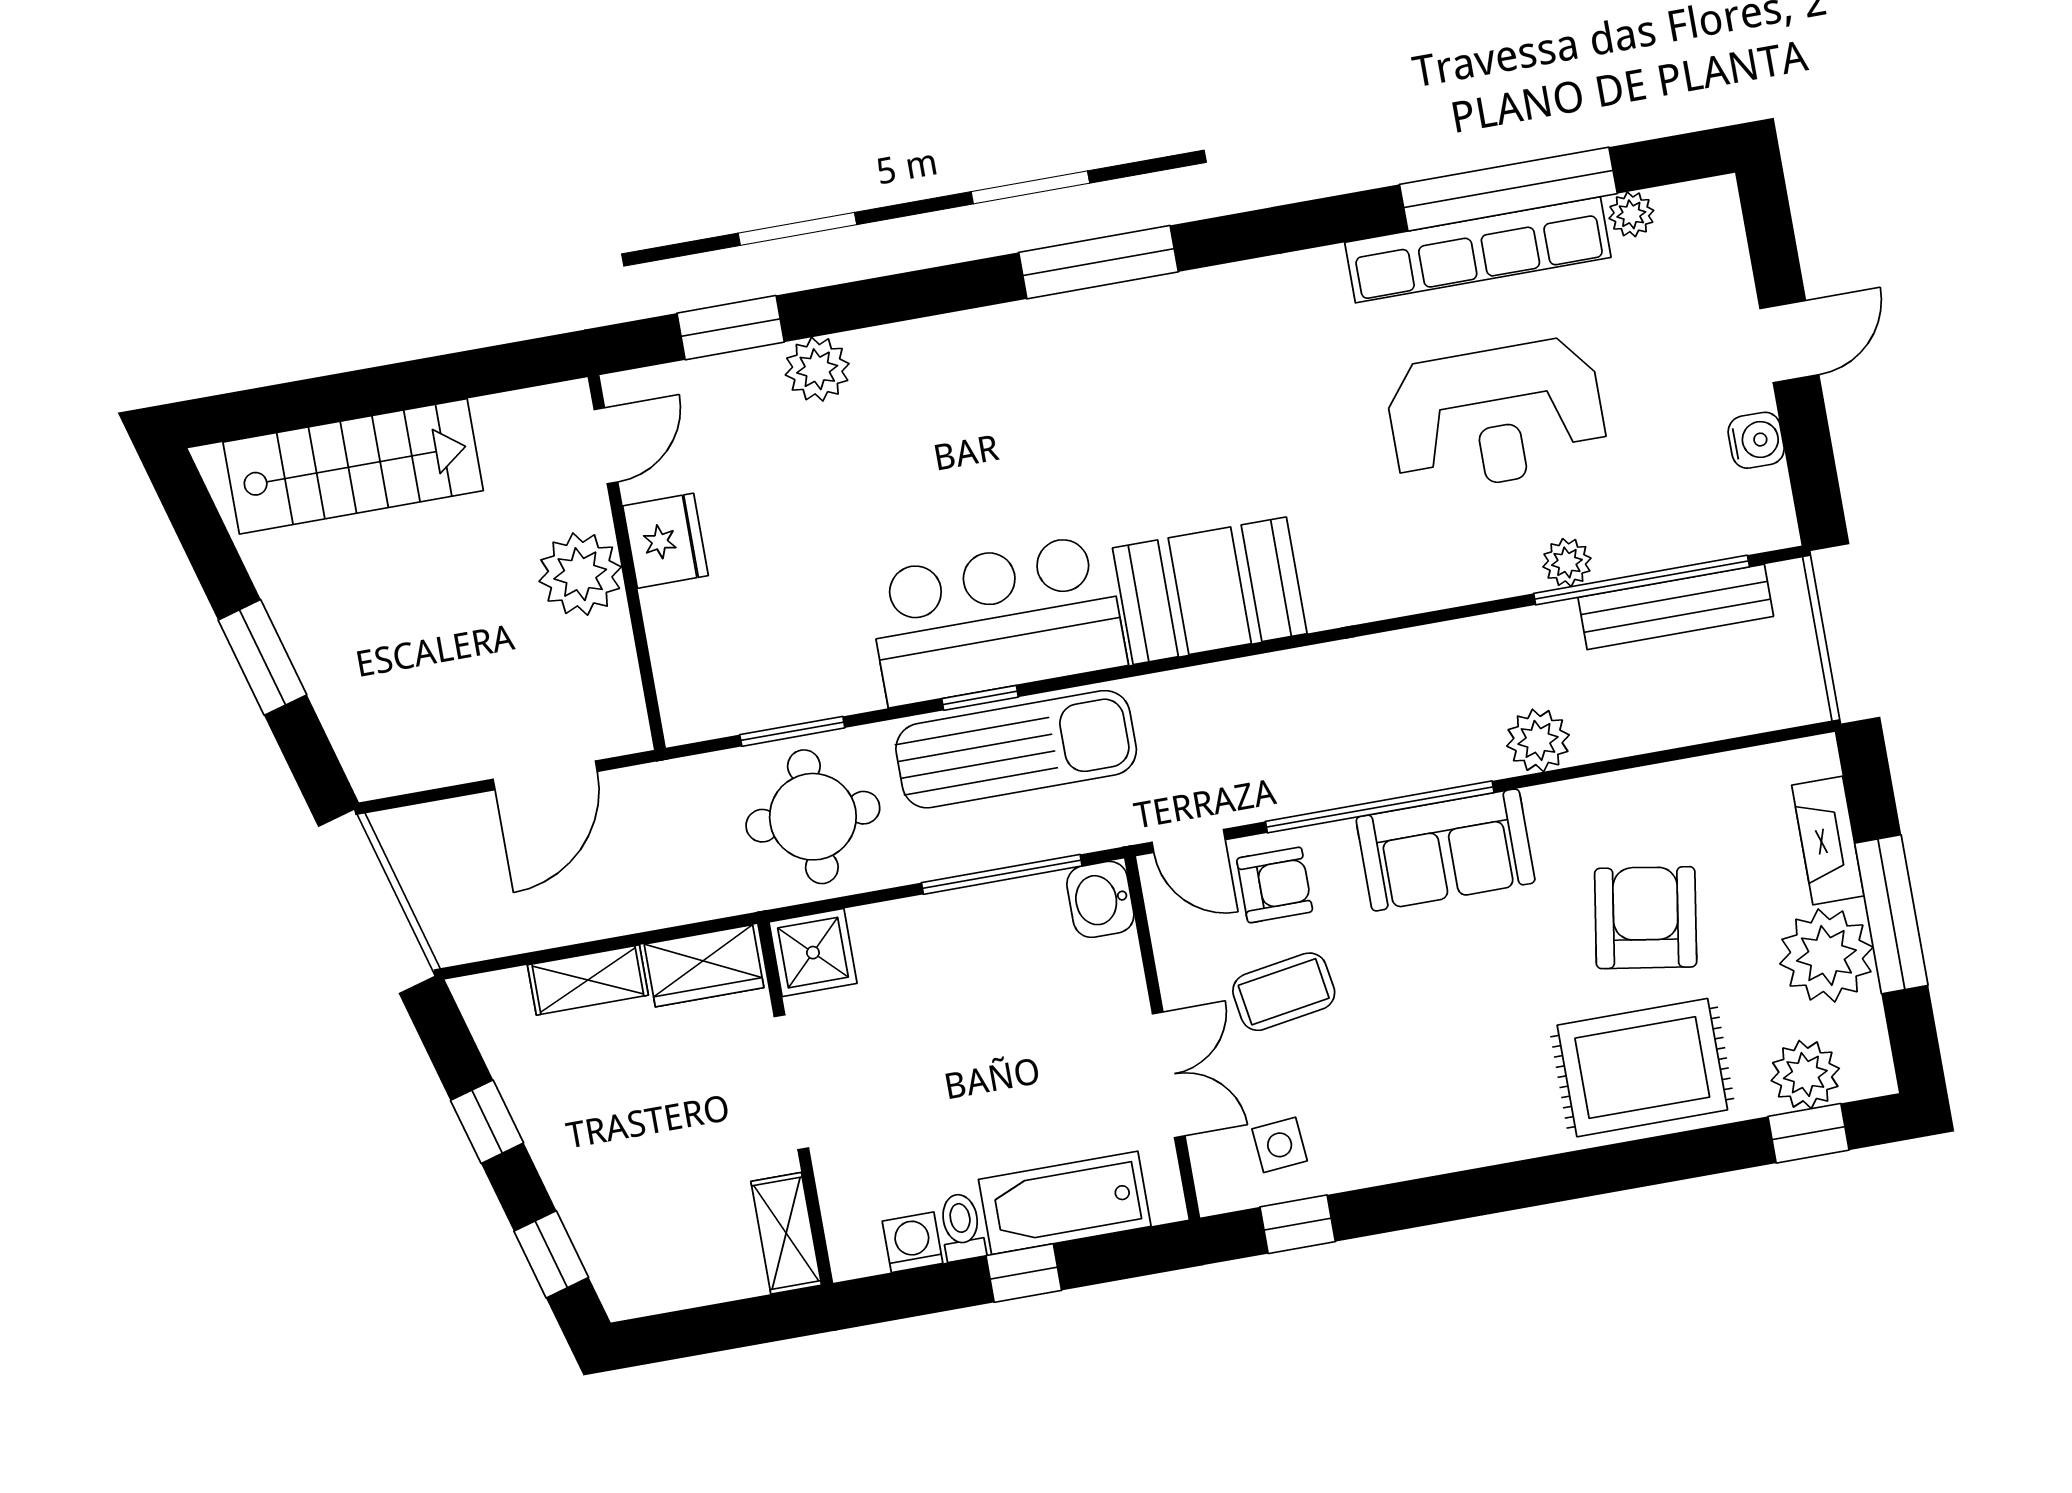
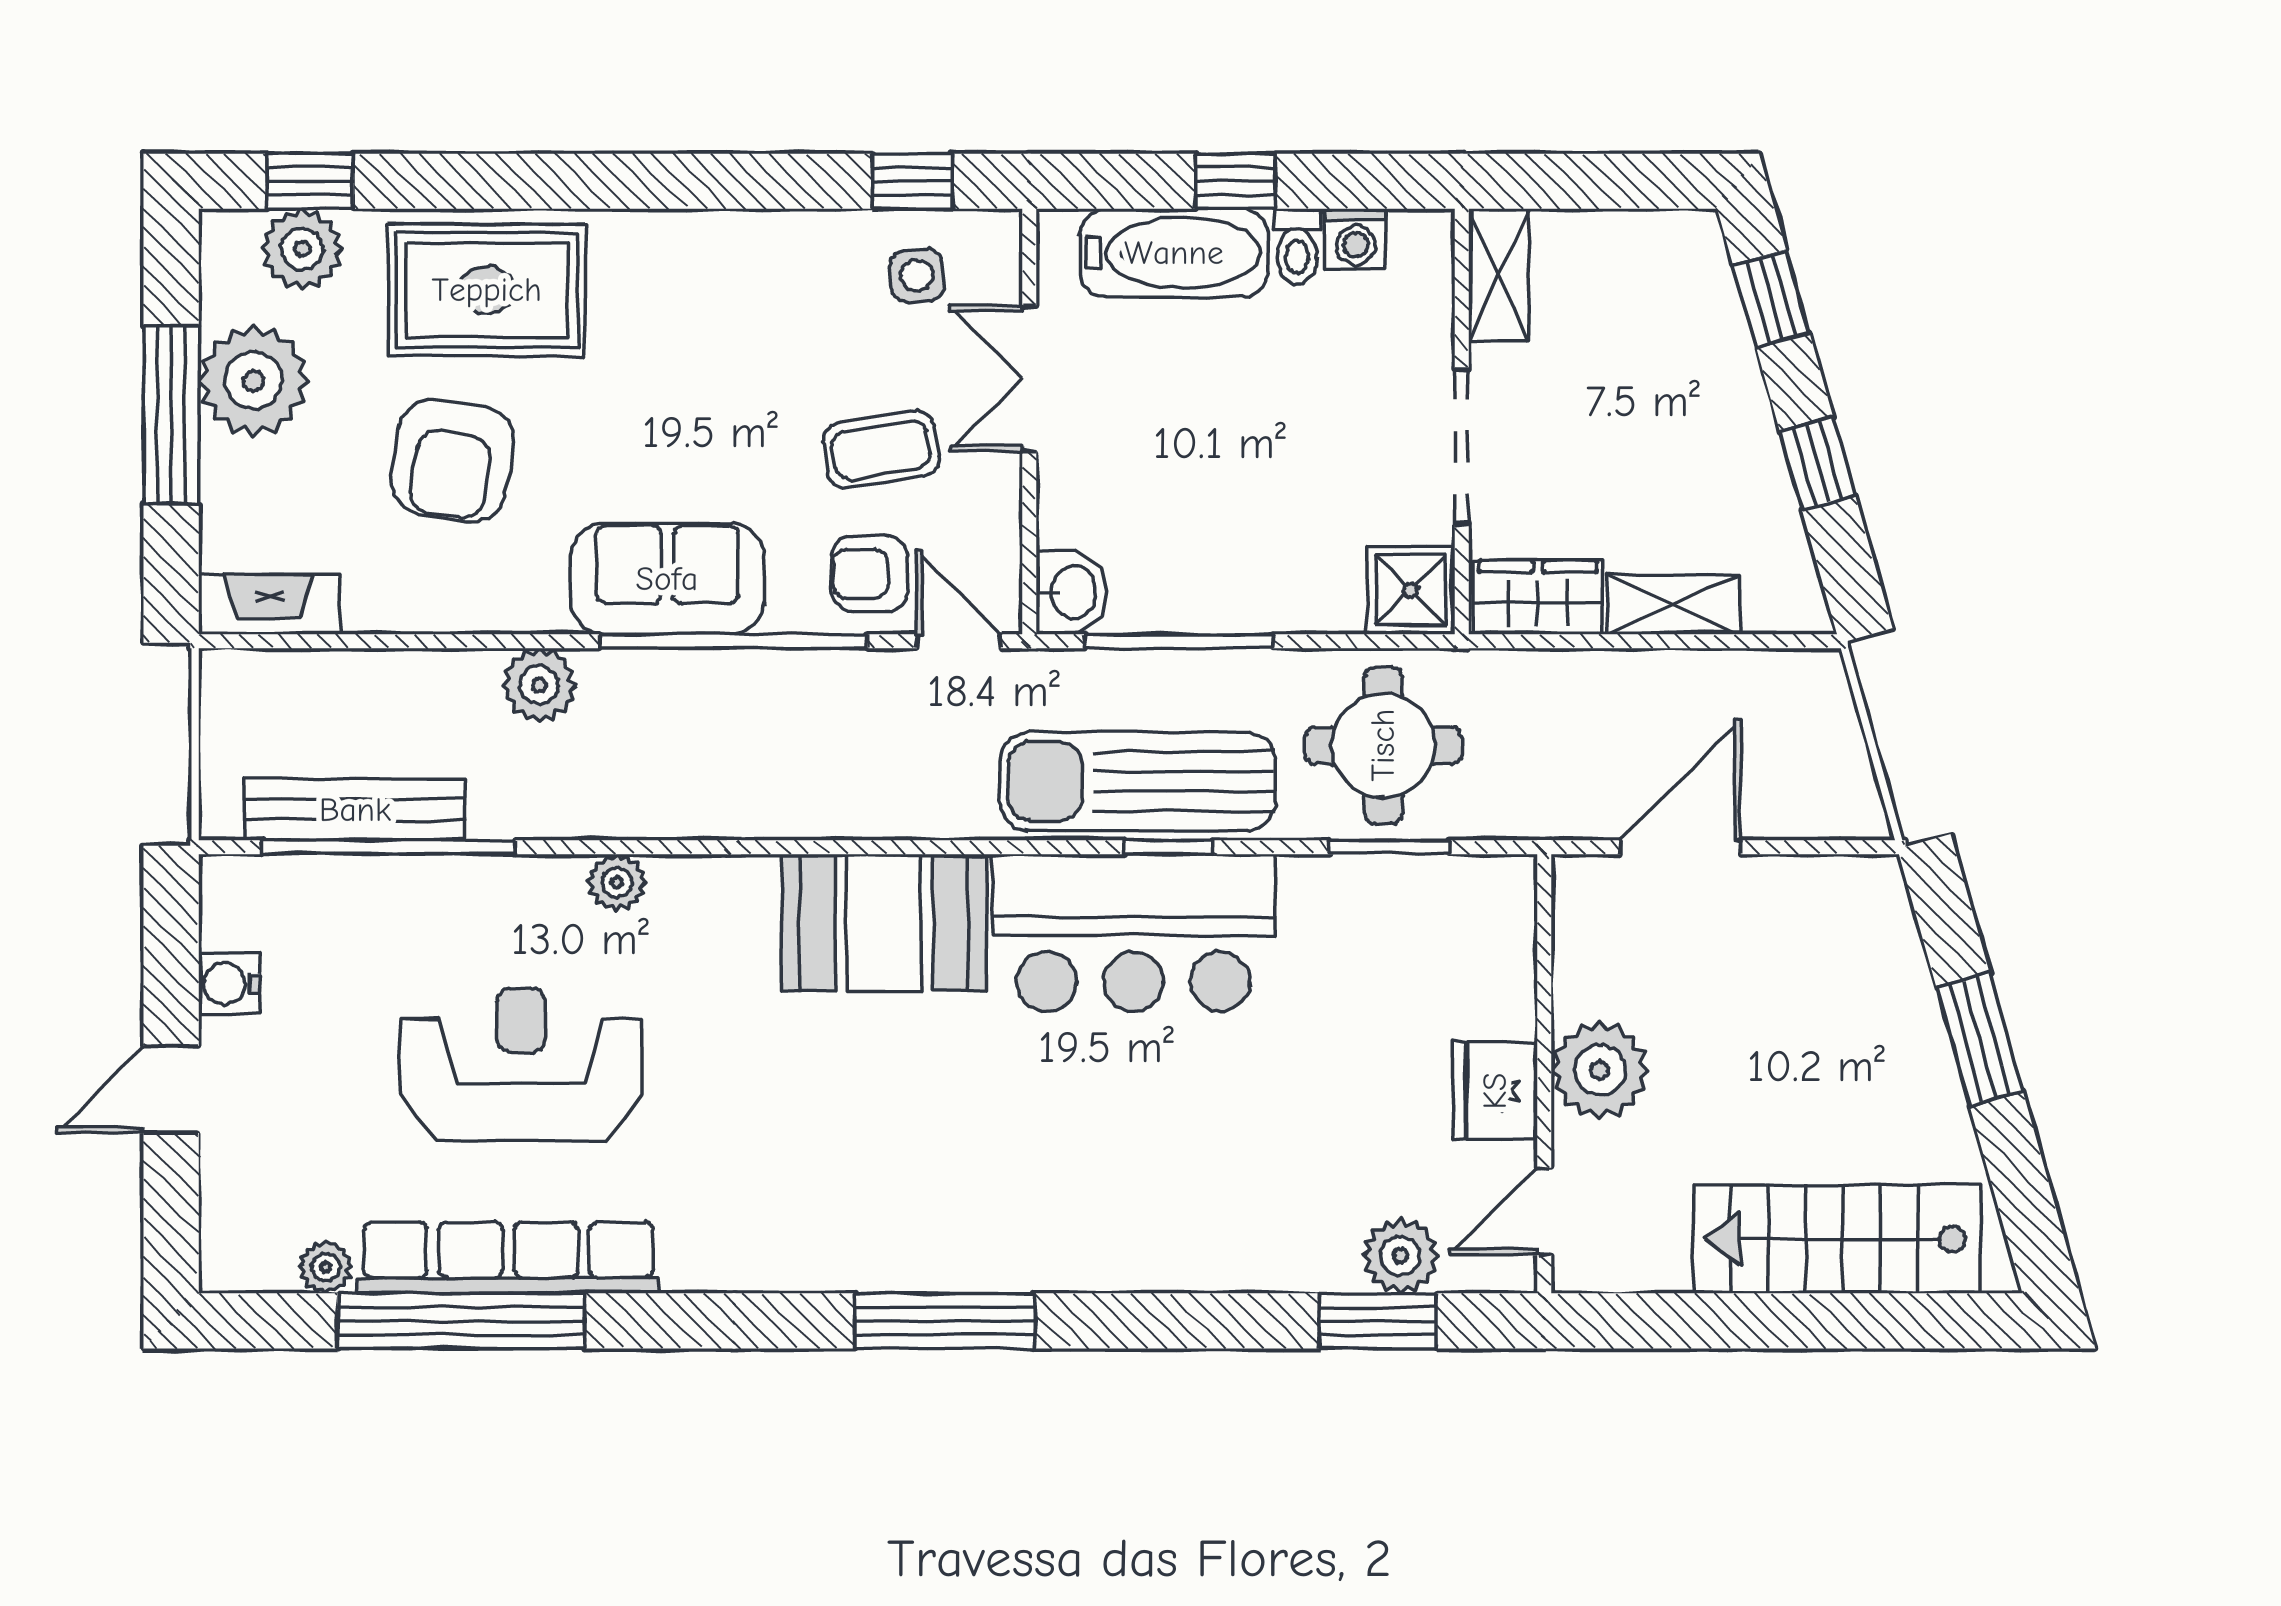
plant: (817, 369) -> (1400, 1256), moved
plant: (1567, 562) -> (617, 882), moved
fireplace: (1828, 840) -> (269, 604), moved, turned -90

